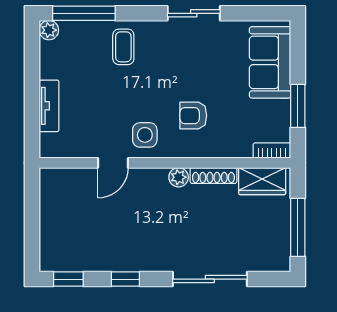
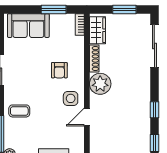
door: (113, 163) -> (87, 117), swing flipped
plant: (179, 177) -> (100, 84), width x1.88, depth x1.88
window: (298, 227) -> (124, 9), width x0.69
sliding door: (210, 279) -> (154, 46), moved

